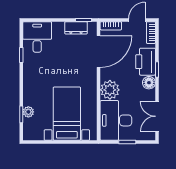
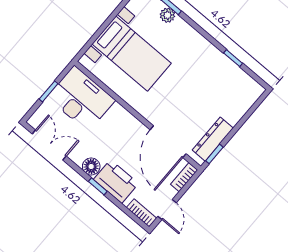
dresser: (76, 28) -> (213, 139), width x1.44
desk: (37, 37) -> (238, 91), removed
plant: (110, 90) -> (118, 119), removed

